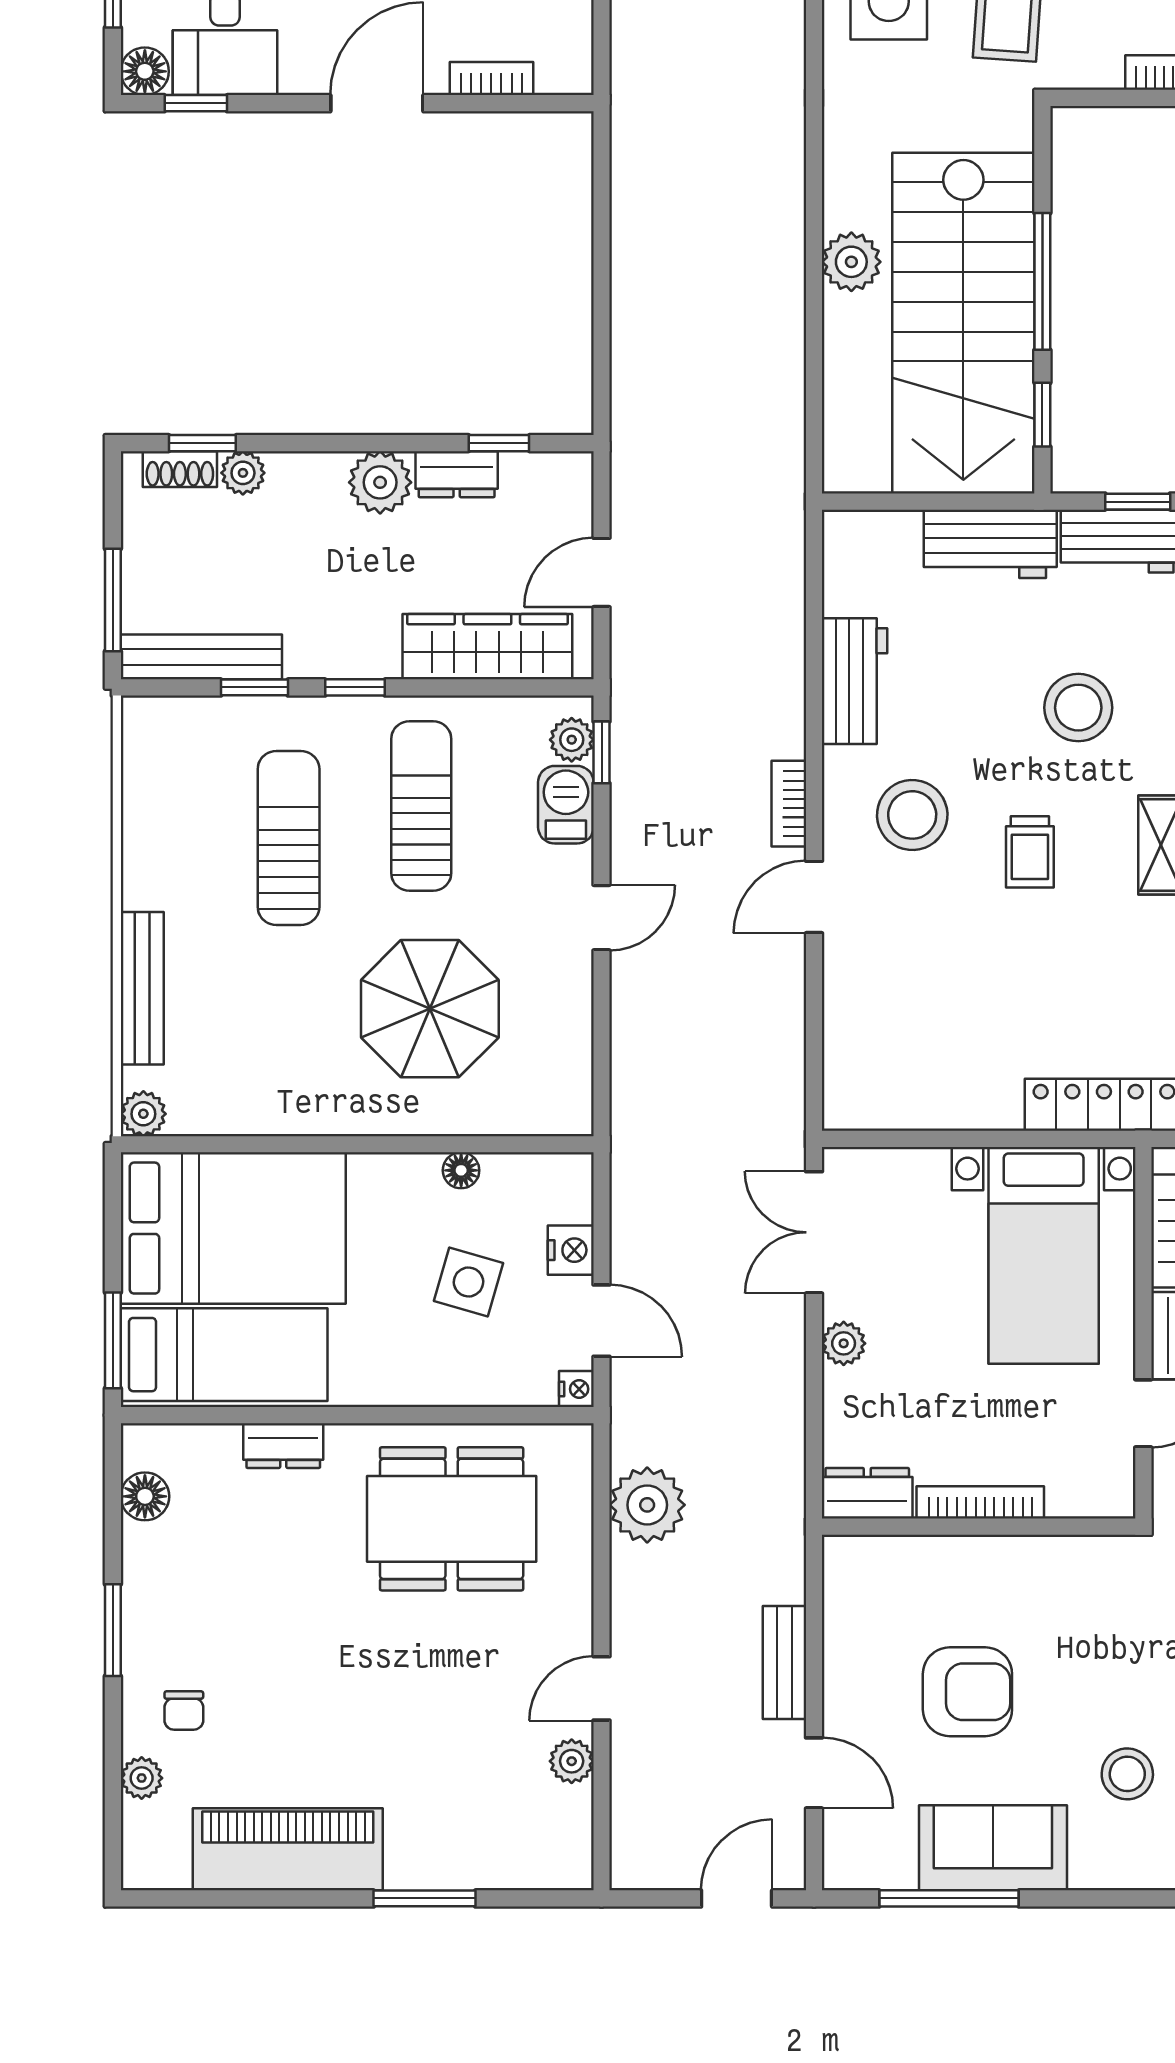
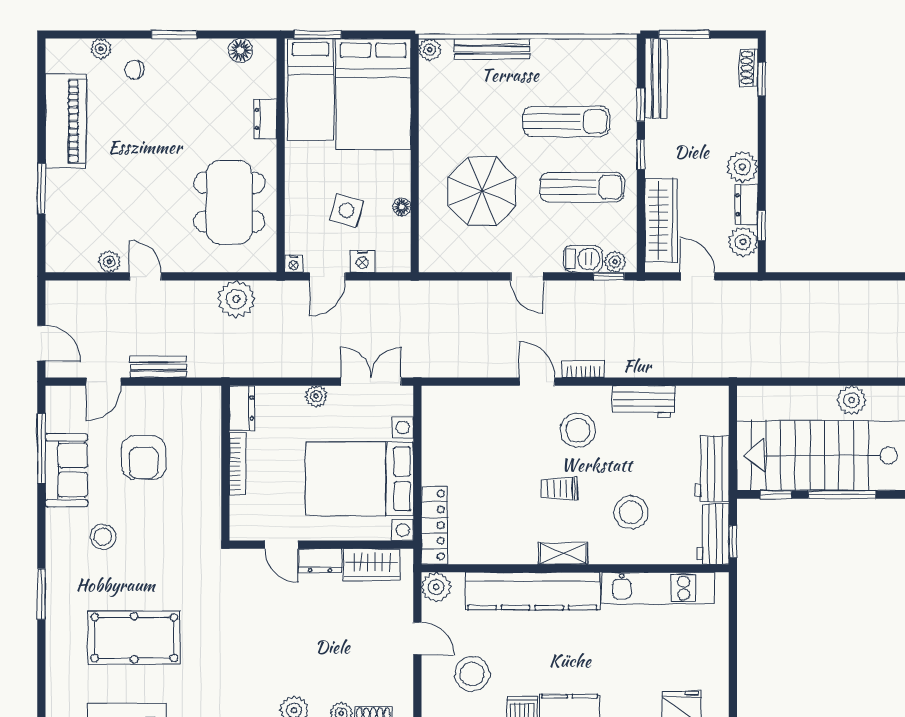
plant: (243, 473) -> (743, 242), moved, width x1.38, depth x1.38
bed with nightstands: (1044, 1255) -> (360, 479), width x1.36

